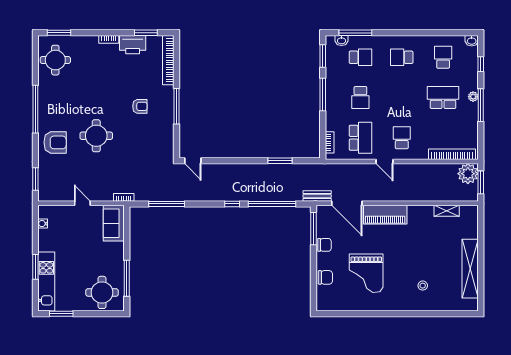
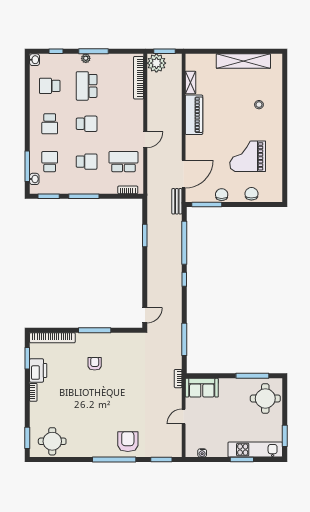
window: (35, 109) -> (114, 460), moved
round table: (96, 136) -> (122, 404), removed
school desk: (402, 138) -> (87, 124), moved, turned 180
piano: (385, 215) -> (194, 115), moved
grand piano: (366, 273) -> (248, 156), turned 180

